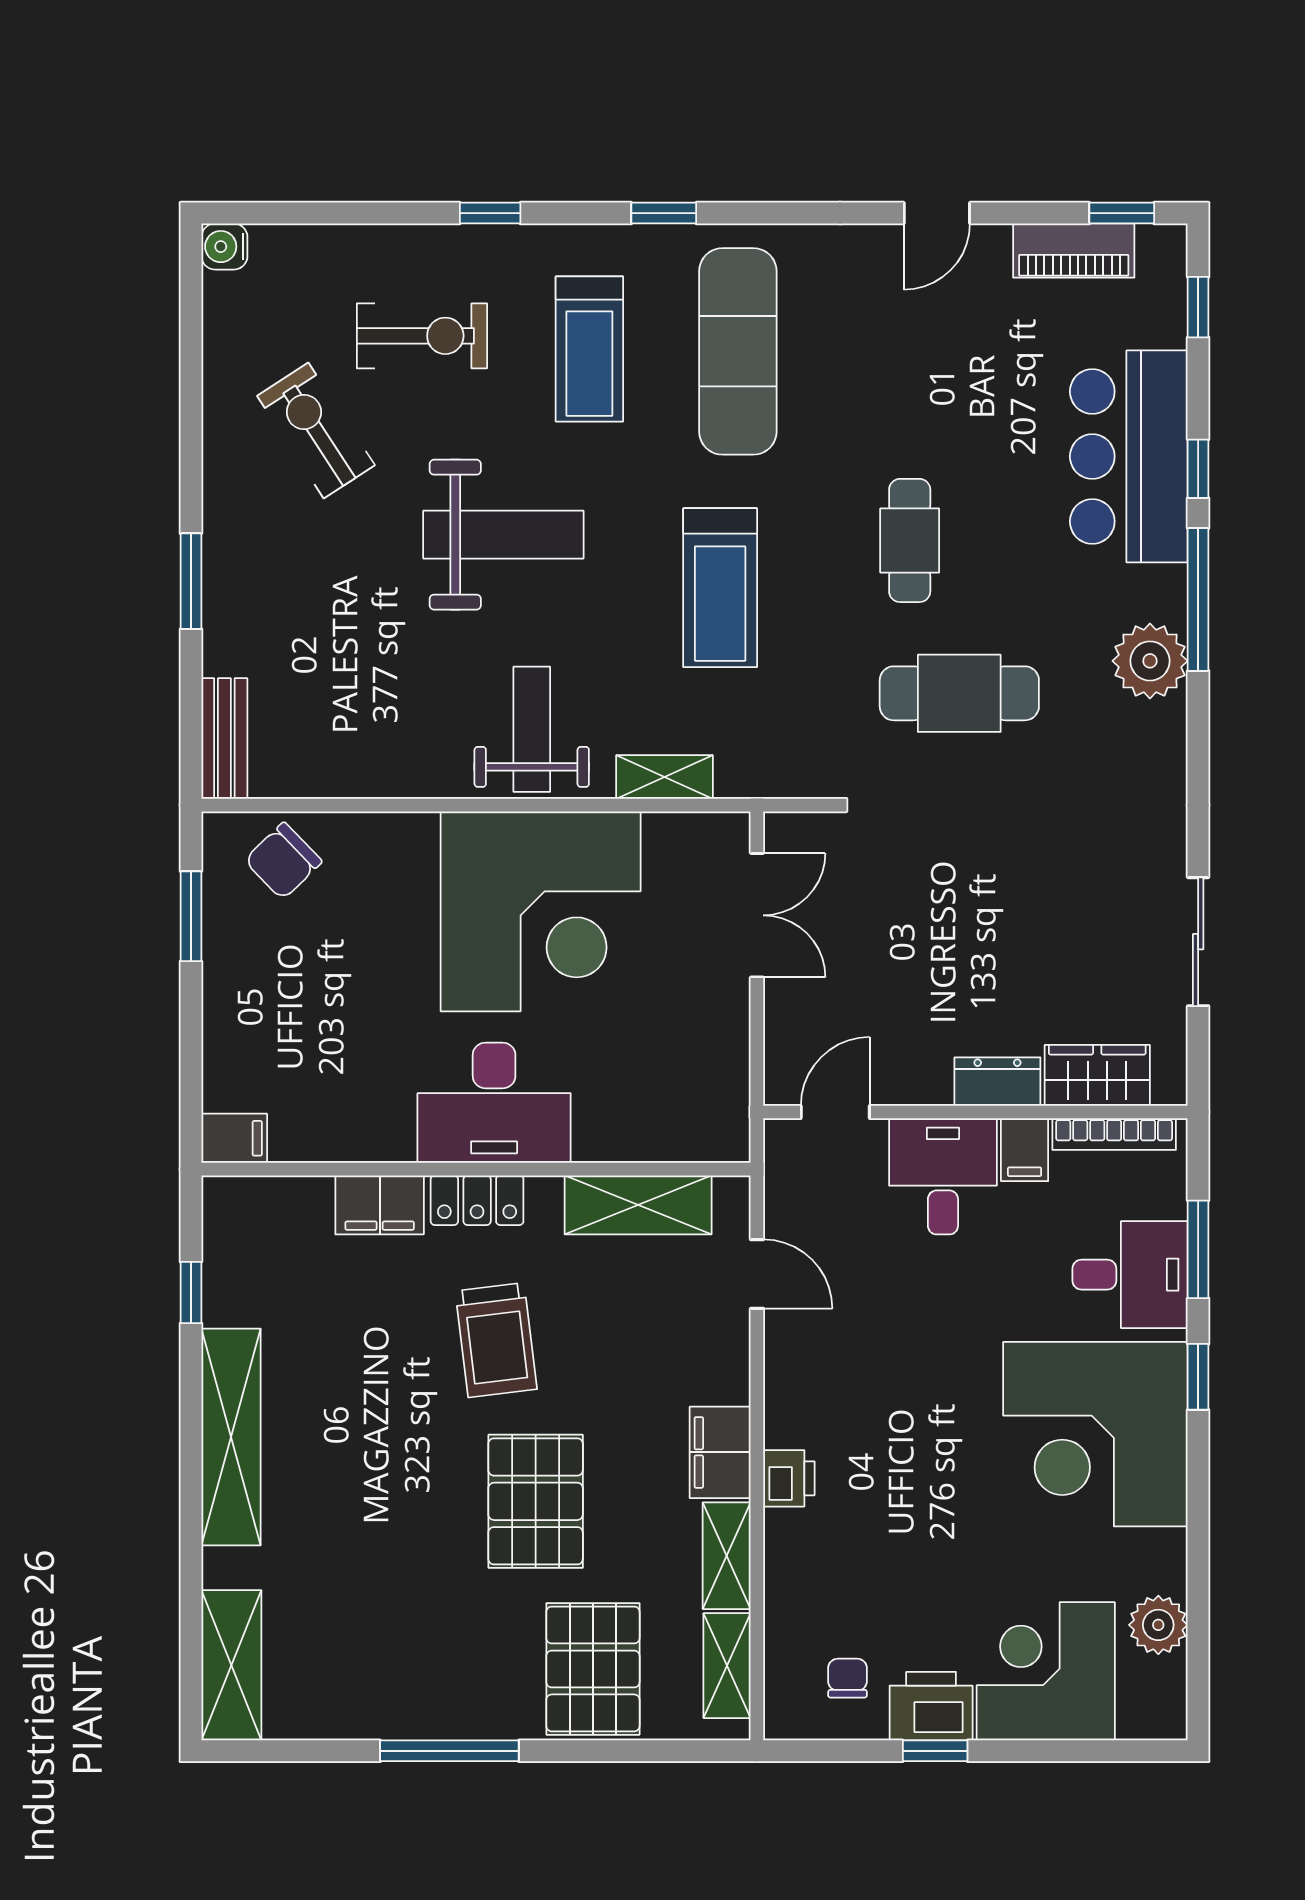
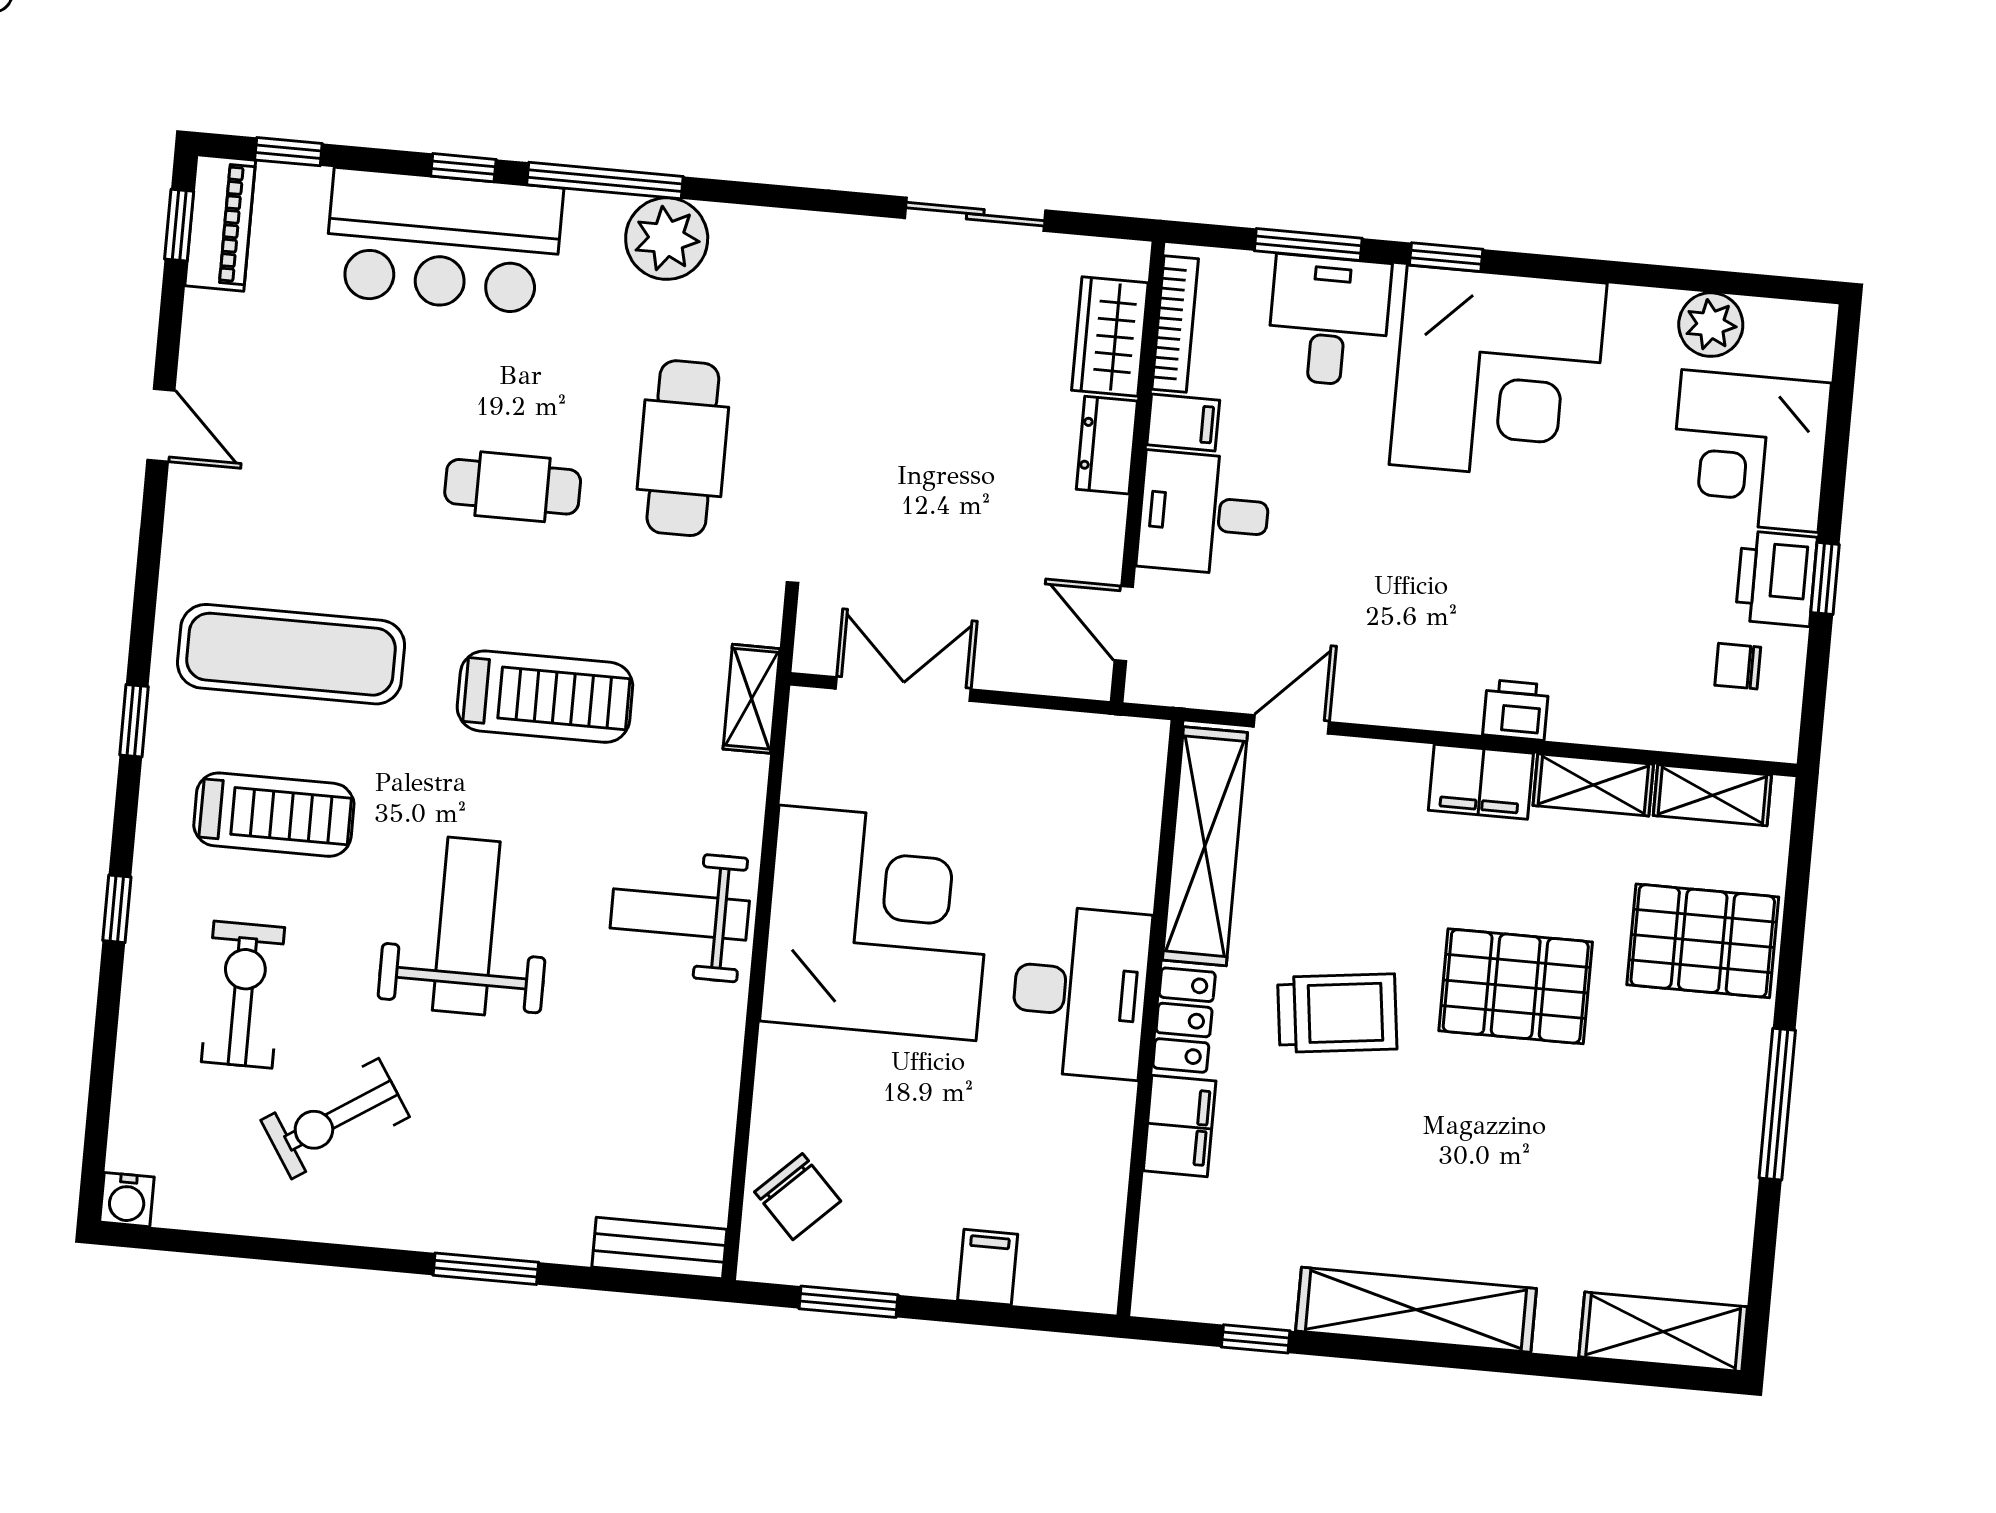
piano: (1074, 251) -> (220, 223), moved
shelving: (665, 777) -> (751, 699), moved
filing cabinet: (234, 1138) -> (988, 1267), moved
shelving: (638, 1205) -> (1205, 846), width x1.47

